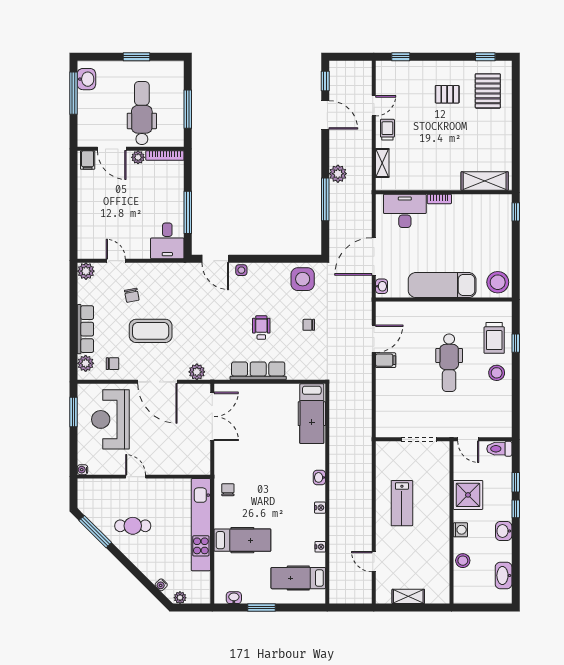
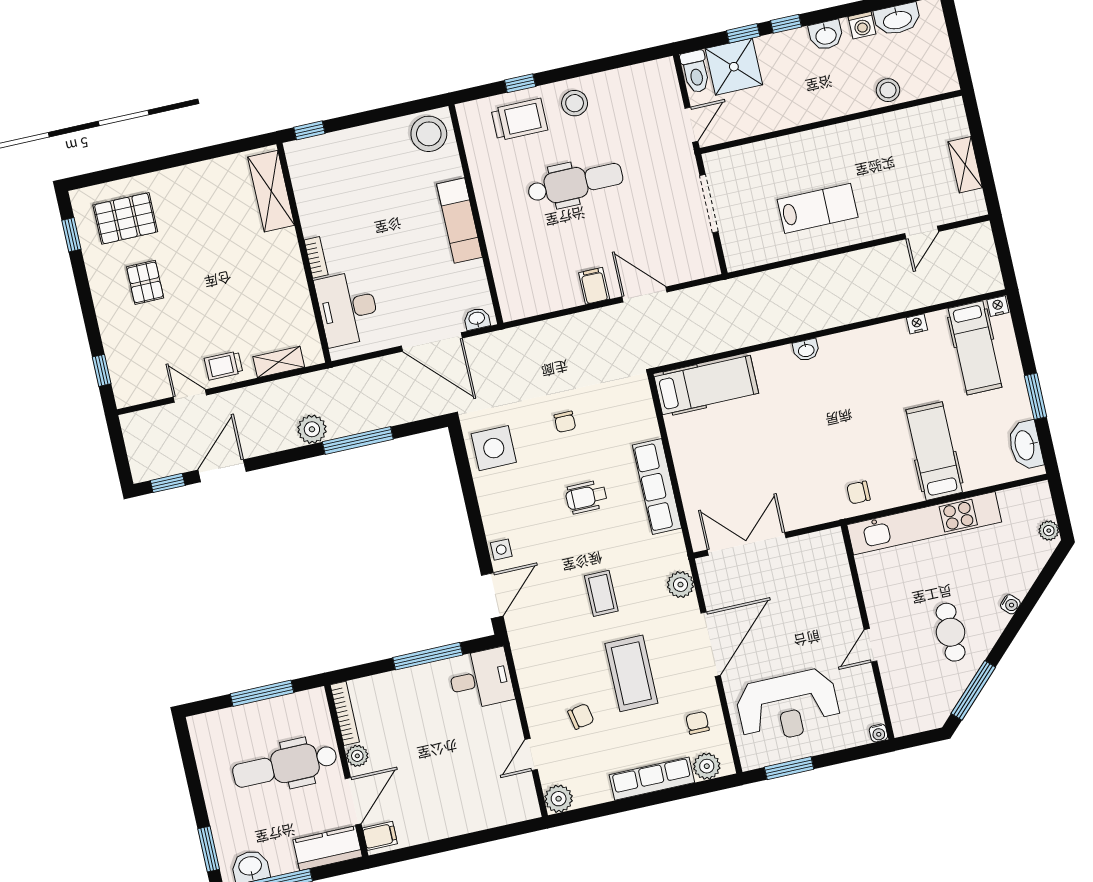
window: (136, 57) -> (209, 849), moved
kitchen counter: (87, 127) -> (328, 848), added
exam couch: (442, 285) -> (459, 221), width x0.73, depth x0.69
coffee table: (202, 324) -> (601, 593), added
door: (374, 339) -> (645, 294), moved
shower: (468, 495) -> (734, 67), moved
nightstand: (320, 508) -> (998, 306), moved
washing machine: (460, 530) -> (862, 25), moved, turned 180
water cooler: (161, 585) -> (1010, 604), moved
washbasin: (234, 598) -> (1025, 445), width x1.91, depth x1.45

